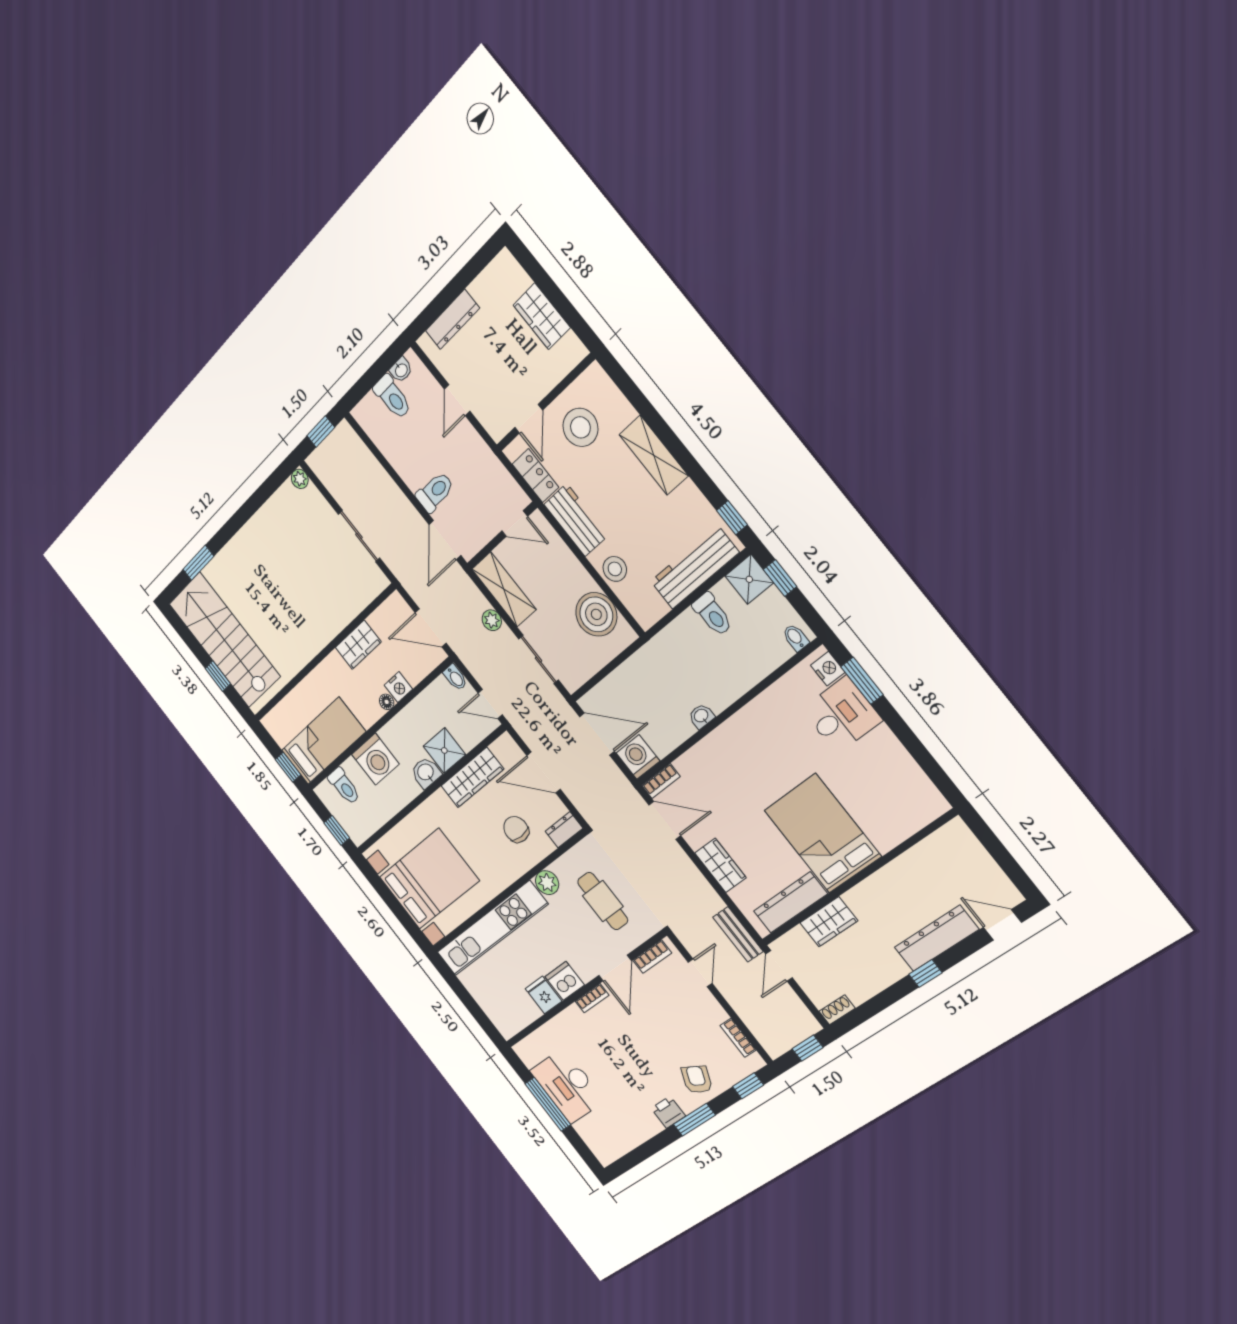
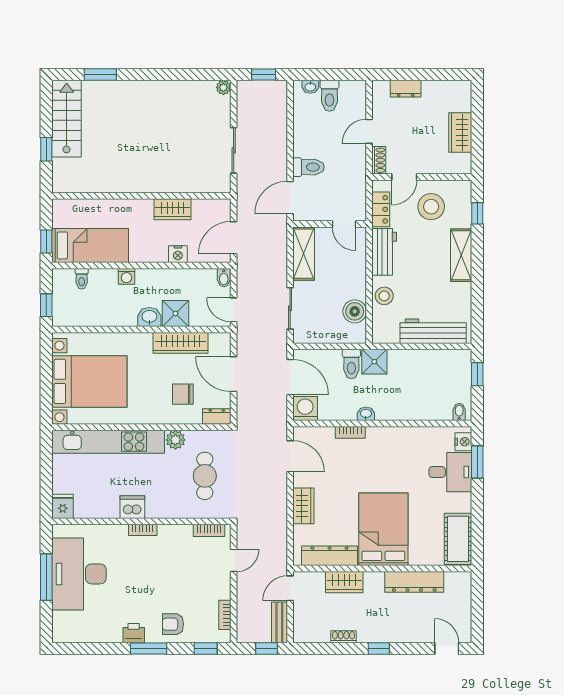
dresser: (452, 319) -> (406, 89), width x0.70
washbasin: (401, 370) -> (310, 87), moved
shoe rack: (491, 423) -> (379, 160), added
window: (732, 518) -> (477, 213), moved
shower: (749, 579) -> (374, 362), moved
boiler: (596, 614) -> (355, 311), width x0.73, depth x0.73
toilet: (713, 614) -> (351, 364), moved
plant: (492, 620) -> (279, 264), removed
door: (431, 628) -> (234, 238), hinge flipped
stairs: (224, 640) -> (67, 119), width x0.73, depth x0.66
floor lamp: (387, 702) -> (161, 256), removed
washing machine: (375, 759) -> (126, 276), width x0.53, depth x0.53
bookcase: (661, 781) -> (350, 432), moved
toilet: (344, 786) -> (82, 279), width x0.73, depth x0.72
cot: (912, 787) -> (458, 539), added
chair: (516, 829) -> (183, 394), turned -90
bench: (738, 934) -> (279, 622), moved
dresser: (936, 938) -> (414, 582), moved, turned 180
door: (615, 968) -> (176, 521), removed
fridge: (544, 995) -> (63, 506), moved
shoe rack: (837, 1010) -> (344, 637), moved
armchair: (697, 1079) -> (173, 624), turned -115
desk: (567, 1086) -> (79, 574), width x1.36, depth x1.30

